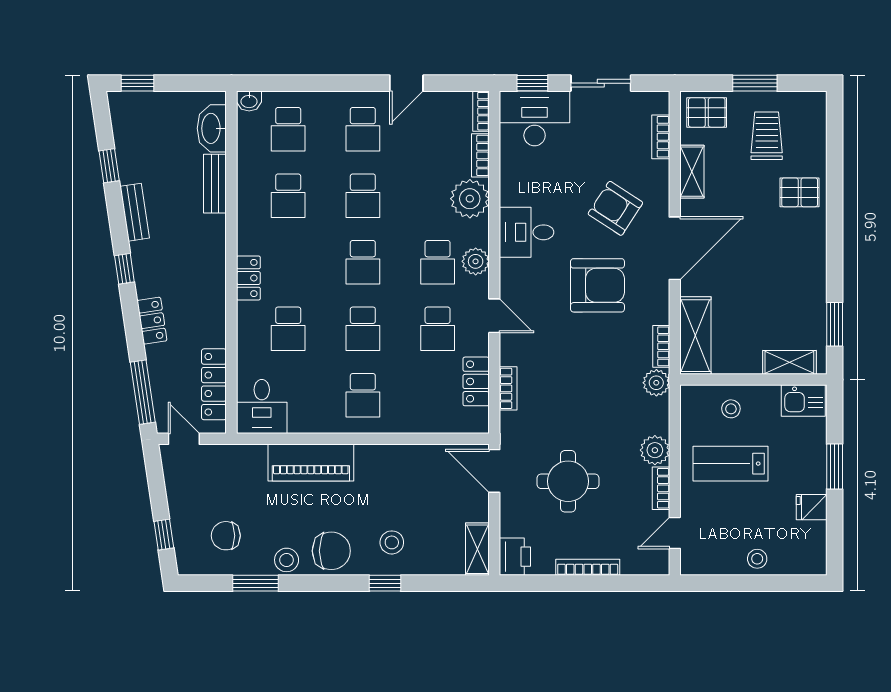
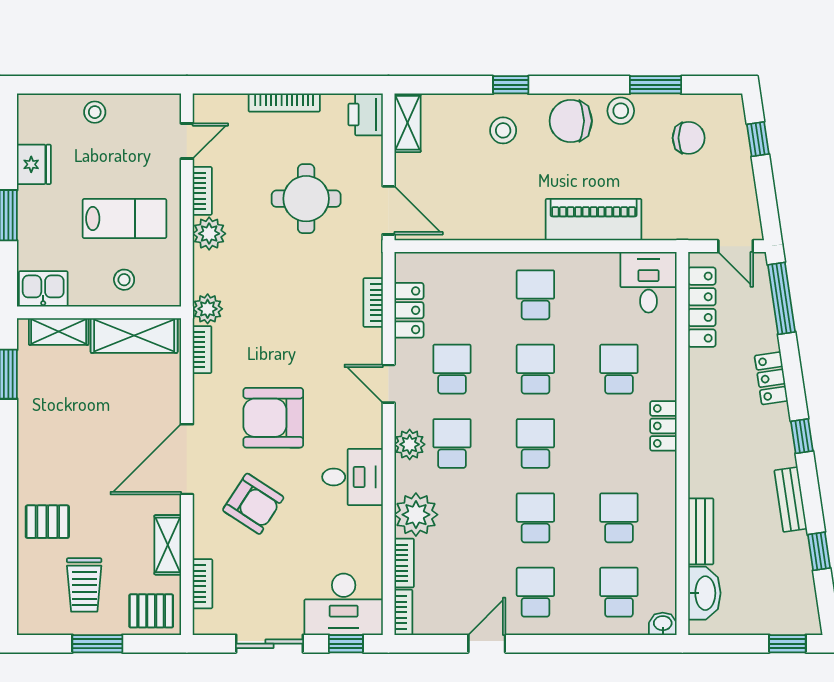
shelving: (695, 336) -> (134, 336), moved, turned 90
fridge: (812, 507) -> (34, 164), width x1.38

